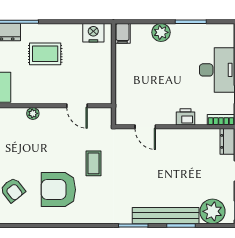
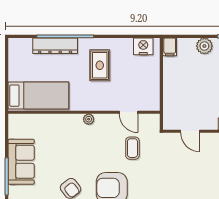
rug: (45, 54) -> (100, 65), turned 90
coffee table: (93, 163) -> (132, 148), moved

